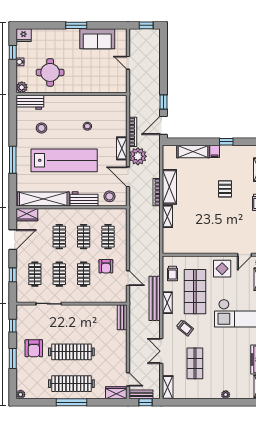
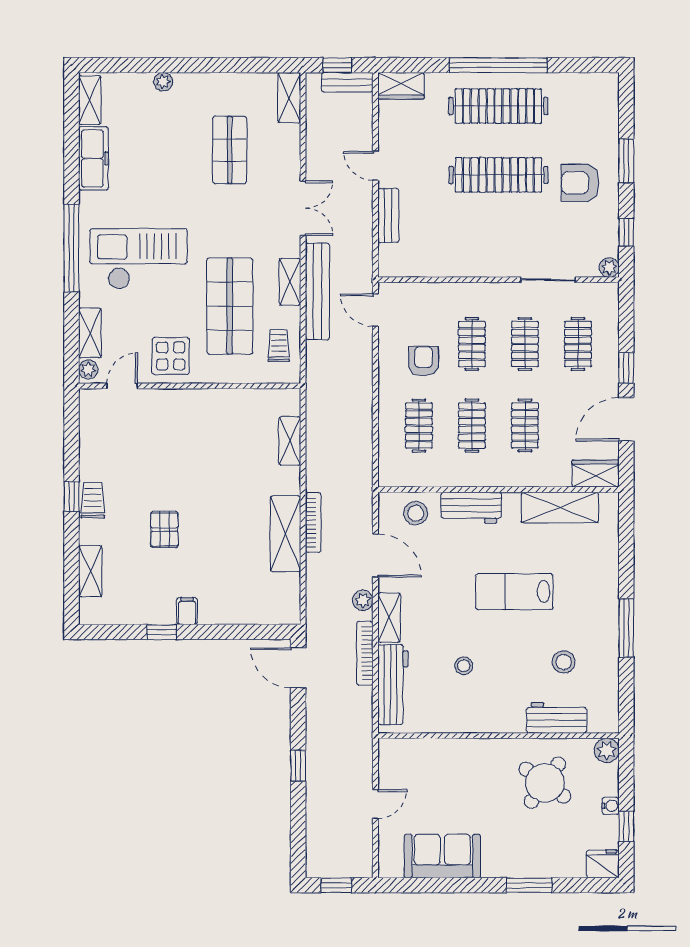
window: (76, 25) -> (529, 885), moved
door: (128, 63) -> (375, 804), hinge flipped
round table: (50, 72) -> (545, 783), turned 36
workbench: (30, 102) -> (557, 718), moved
window: (163, 102) -> (298, 766), moved
workbench: (120, 118) -> (393, 685), added
door: (163, 125) -> (298, 668), swing flipped
shelving: (193, 152) -> (234, 611), removed
plant: (138, 156) -> (363, 600), width x0.53, depth x0.53
window: (13, 160) -> (626, 628), moved
lab bench: (64, 160) -> (514, 592), width x0.54, depth x0.72
shelving: (43, 199) -> (560, 507), width x0.68
shelving: (167, 216) -> (290, 441), moved
window: (13, 275) -> (626, 368), moved
door: (128, 278) -> (375, 310), moved
bench: (122, 317) -> (388, 215), moved
trolley: (185, 328) -> (252, 227), removed
armchair: (34, 348) -> (580, 183), turned -90
double door: (161, 351) -> (303, 208), moved
door: (128, 379) -> (375, 166), moved
plant: (21, 394) -> (609, 268), moved
window: (72, 402) -> (498, 65), width x1.46

